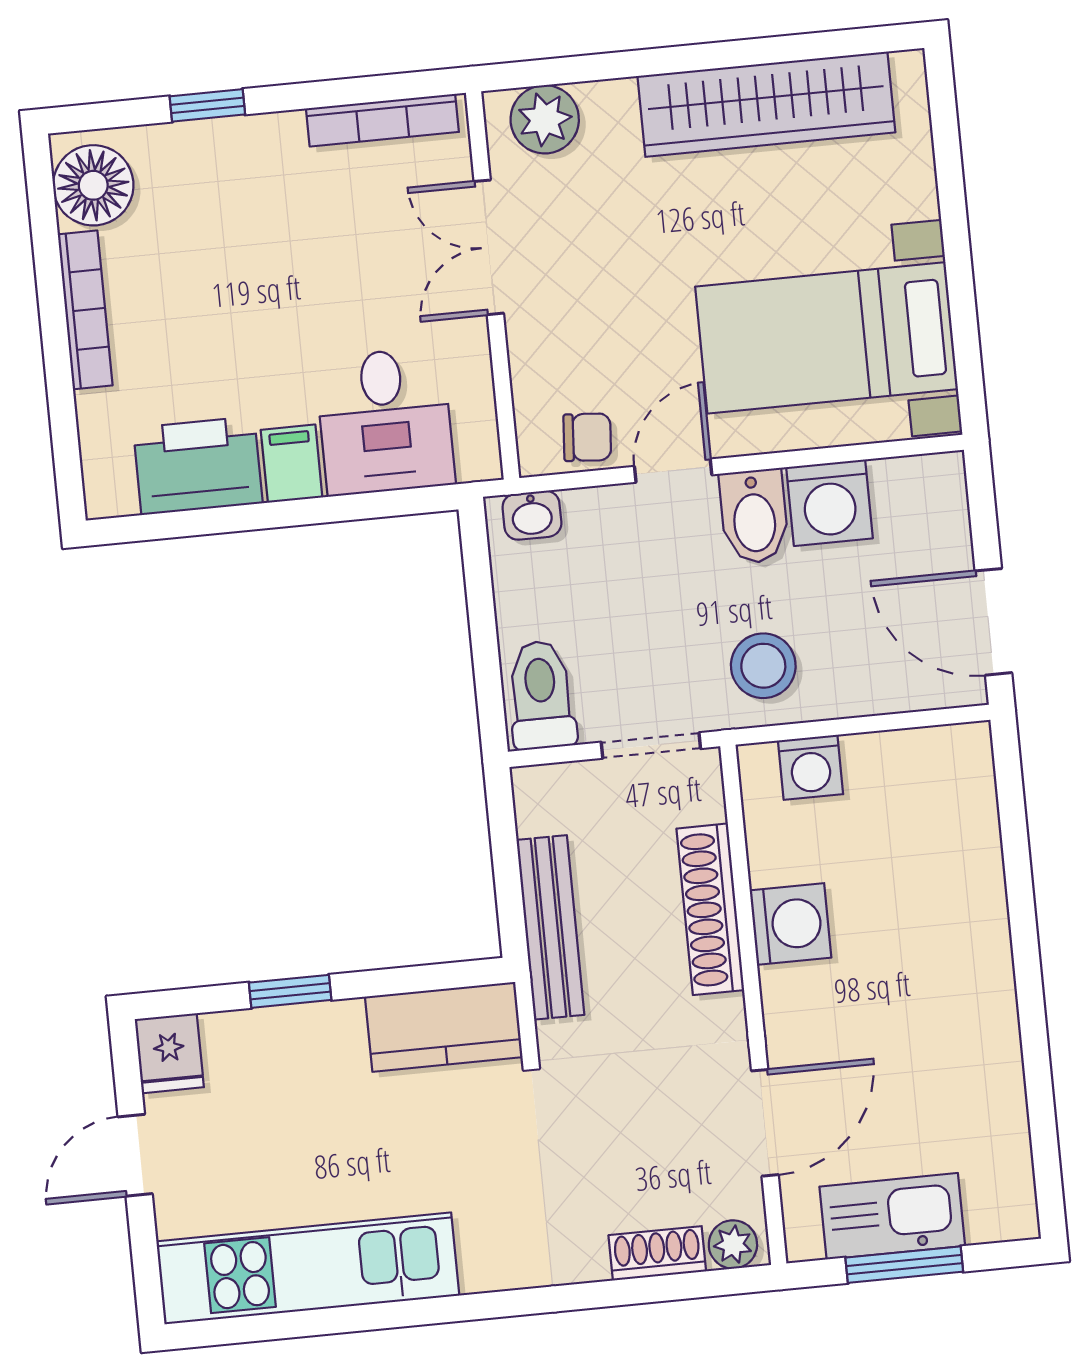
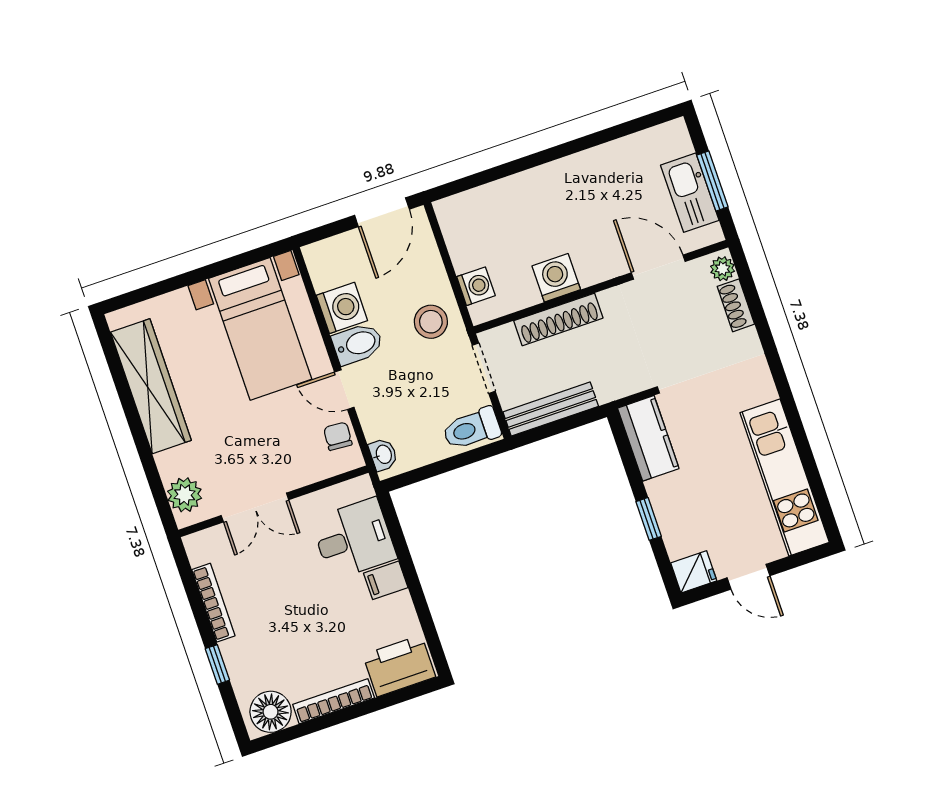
bookcase: (382, 120) -> (213, 603), moved
printer: (198, 466) -> (399, 666), moved, turned 90
bench: (550, 927) -> (551, 409), moved

